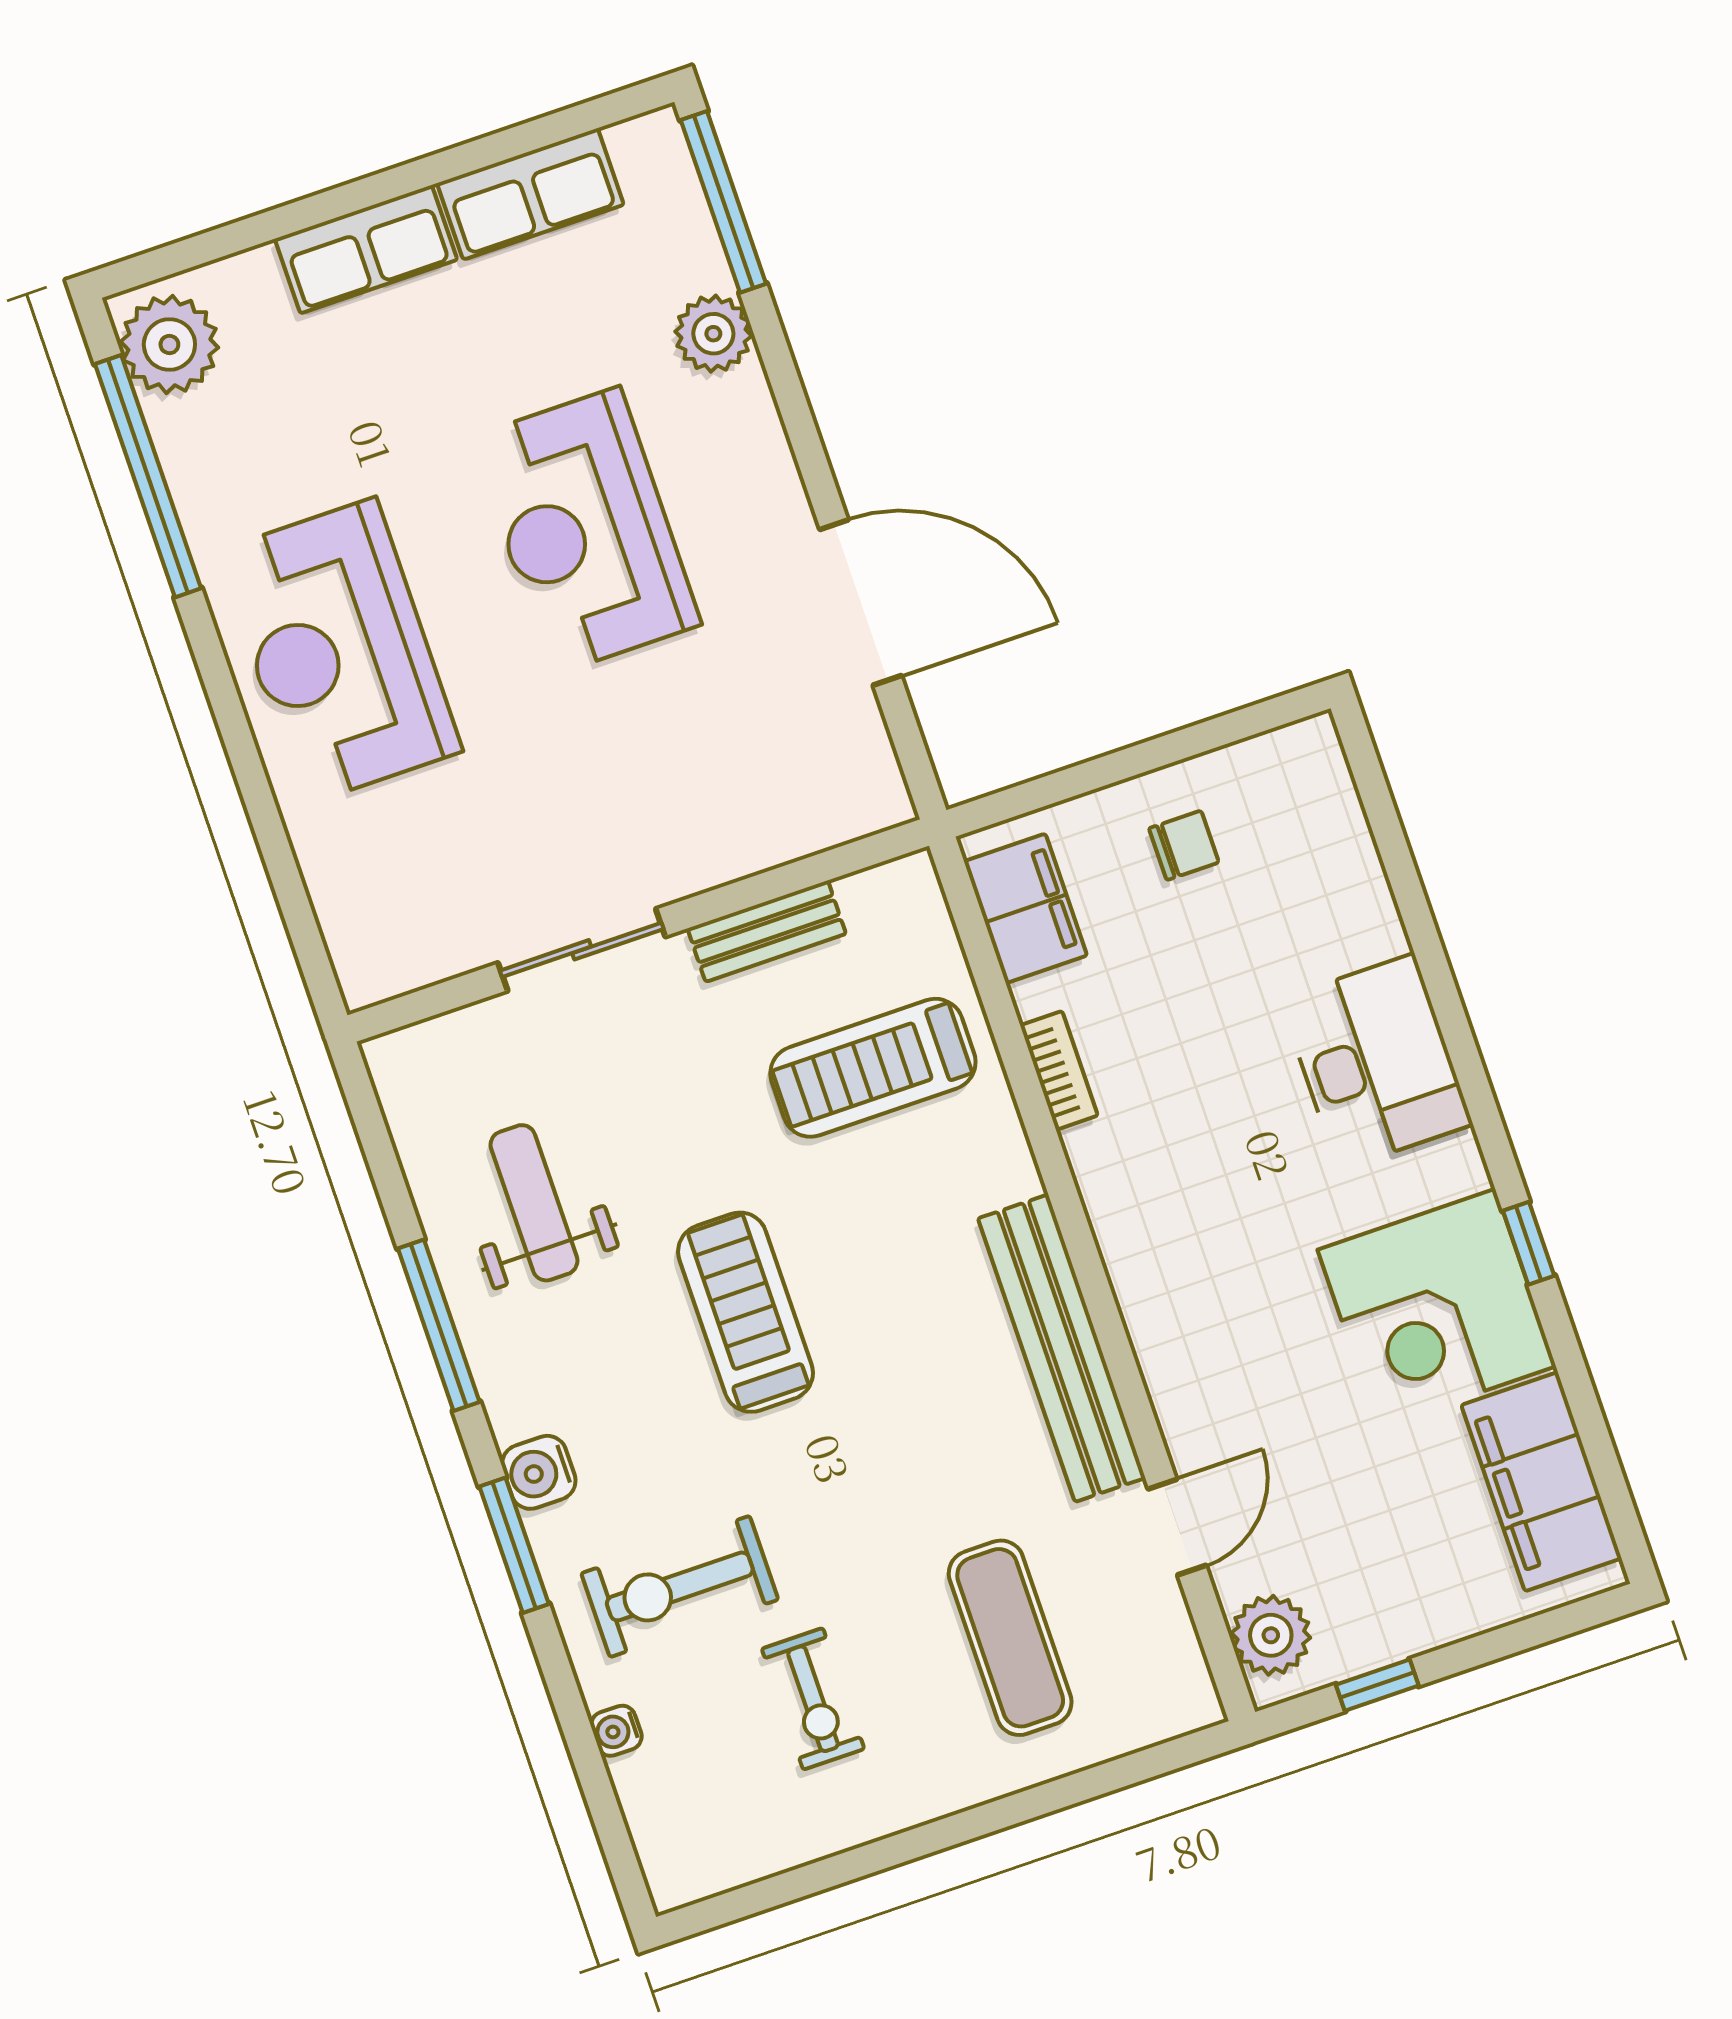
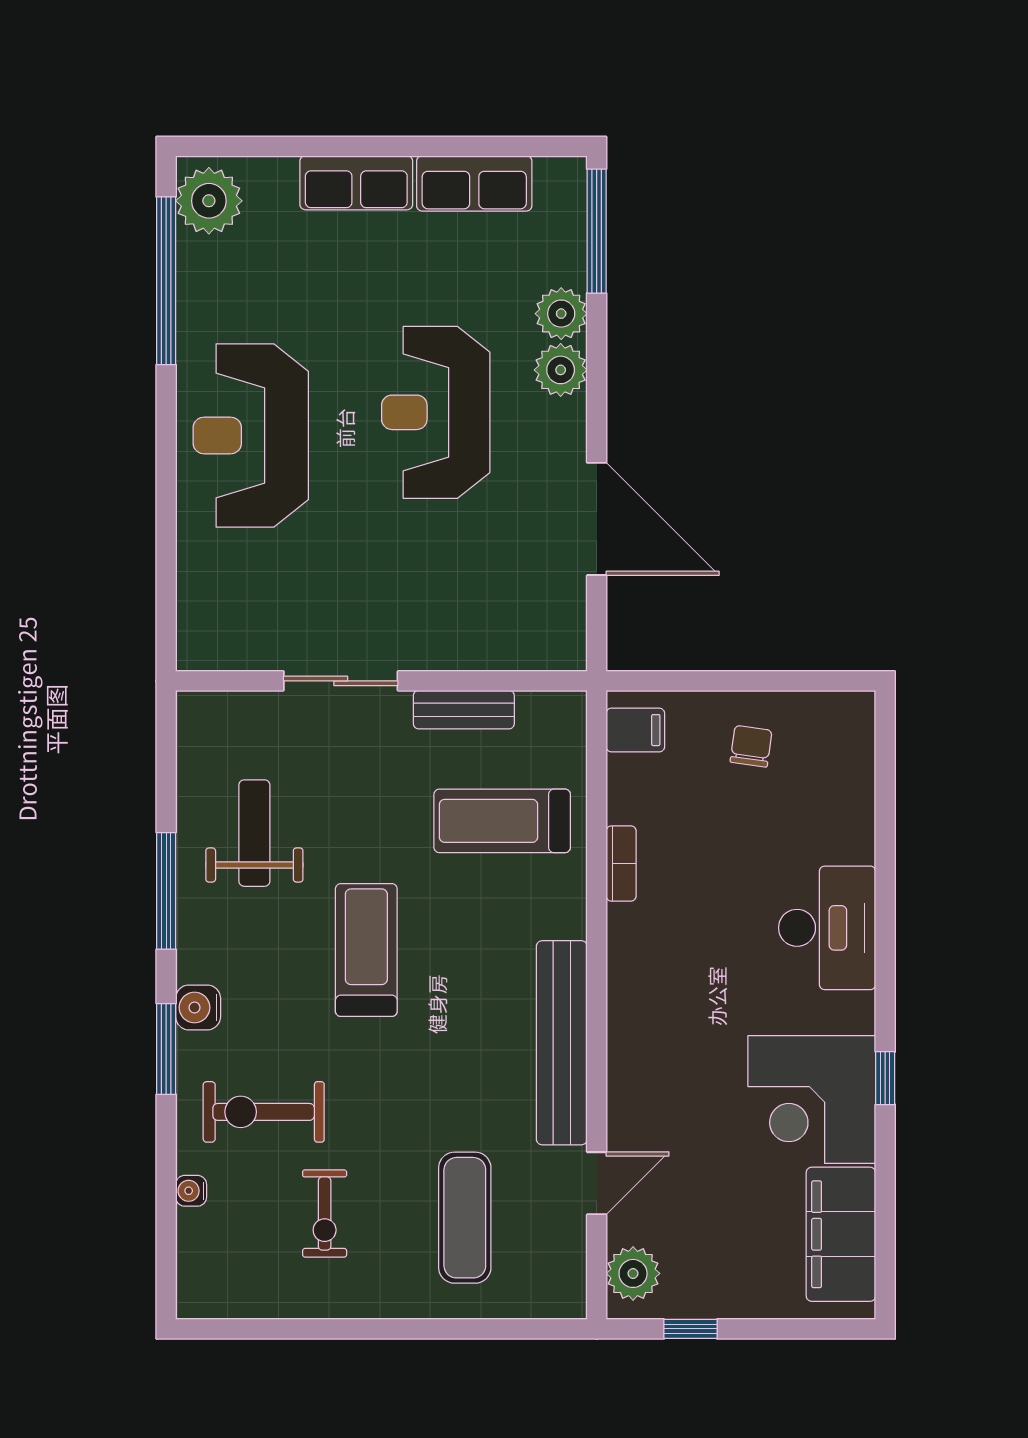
plant: (740, 412) -> (561, 370), added
chair: (1184, 845) -> (751, 746), turned -82
filing cabinet: (1026, 908) -> (635, 730), width x0.50

